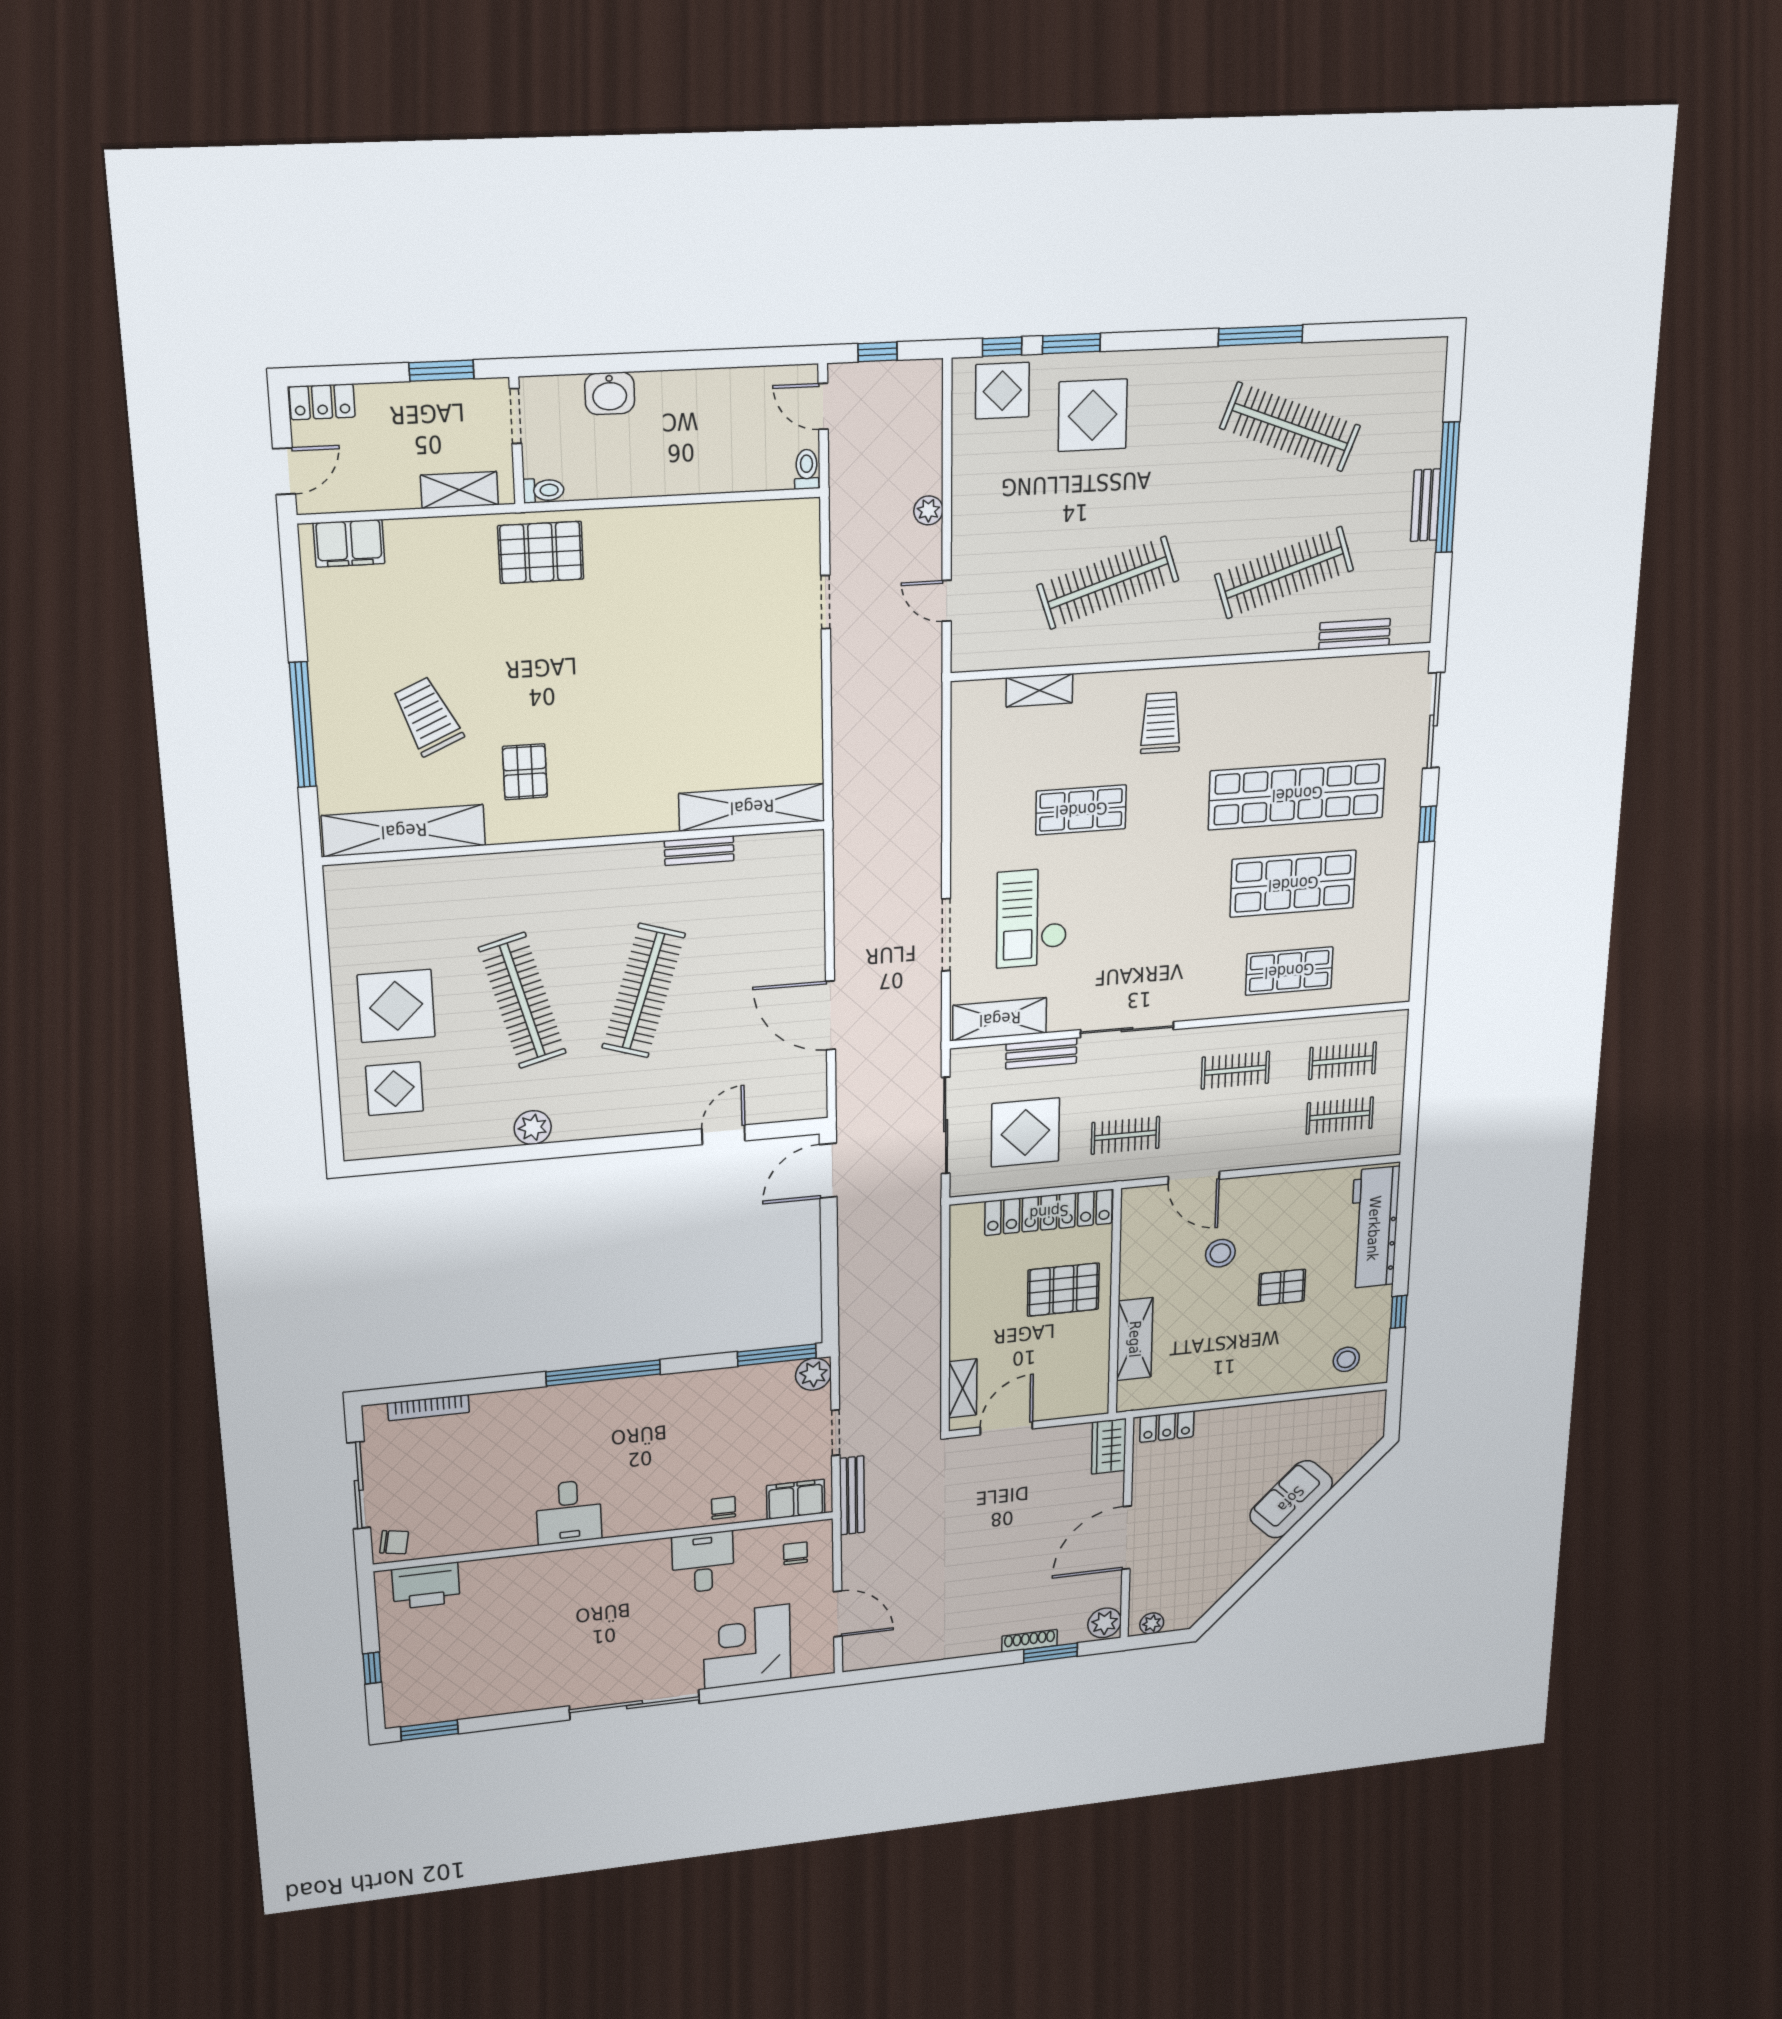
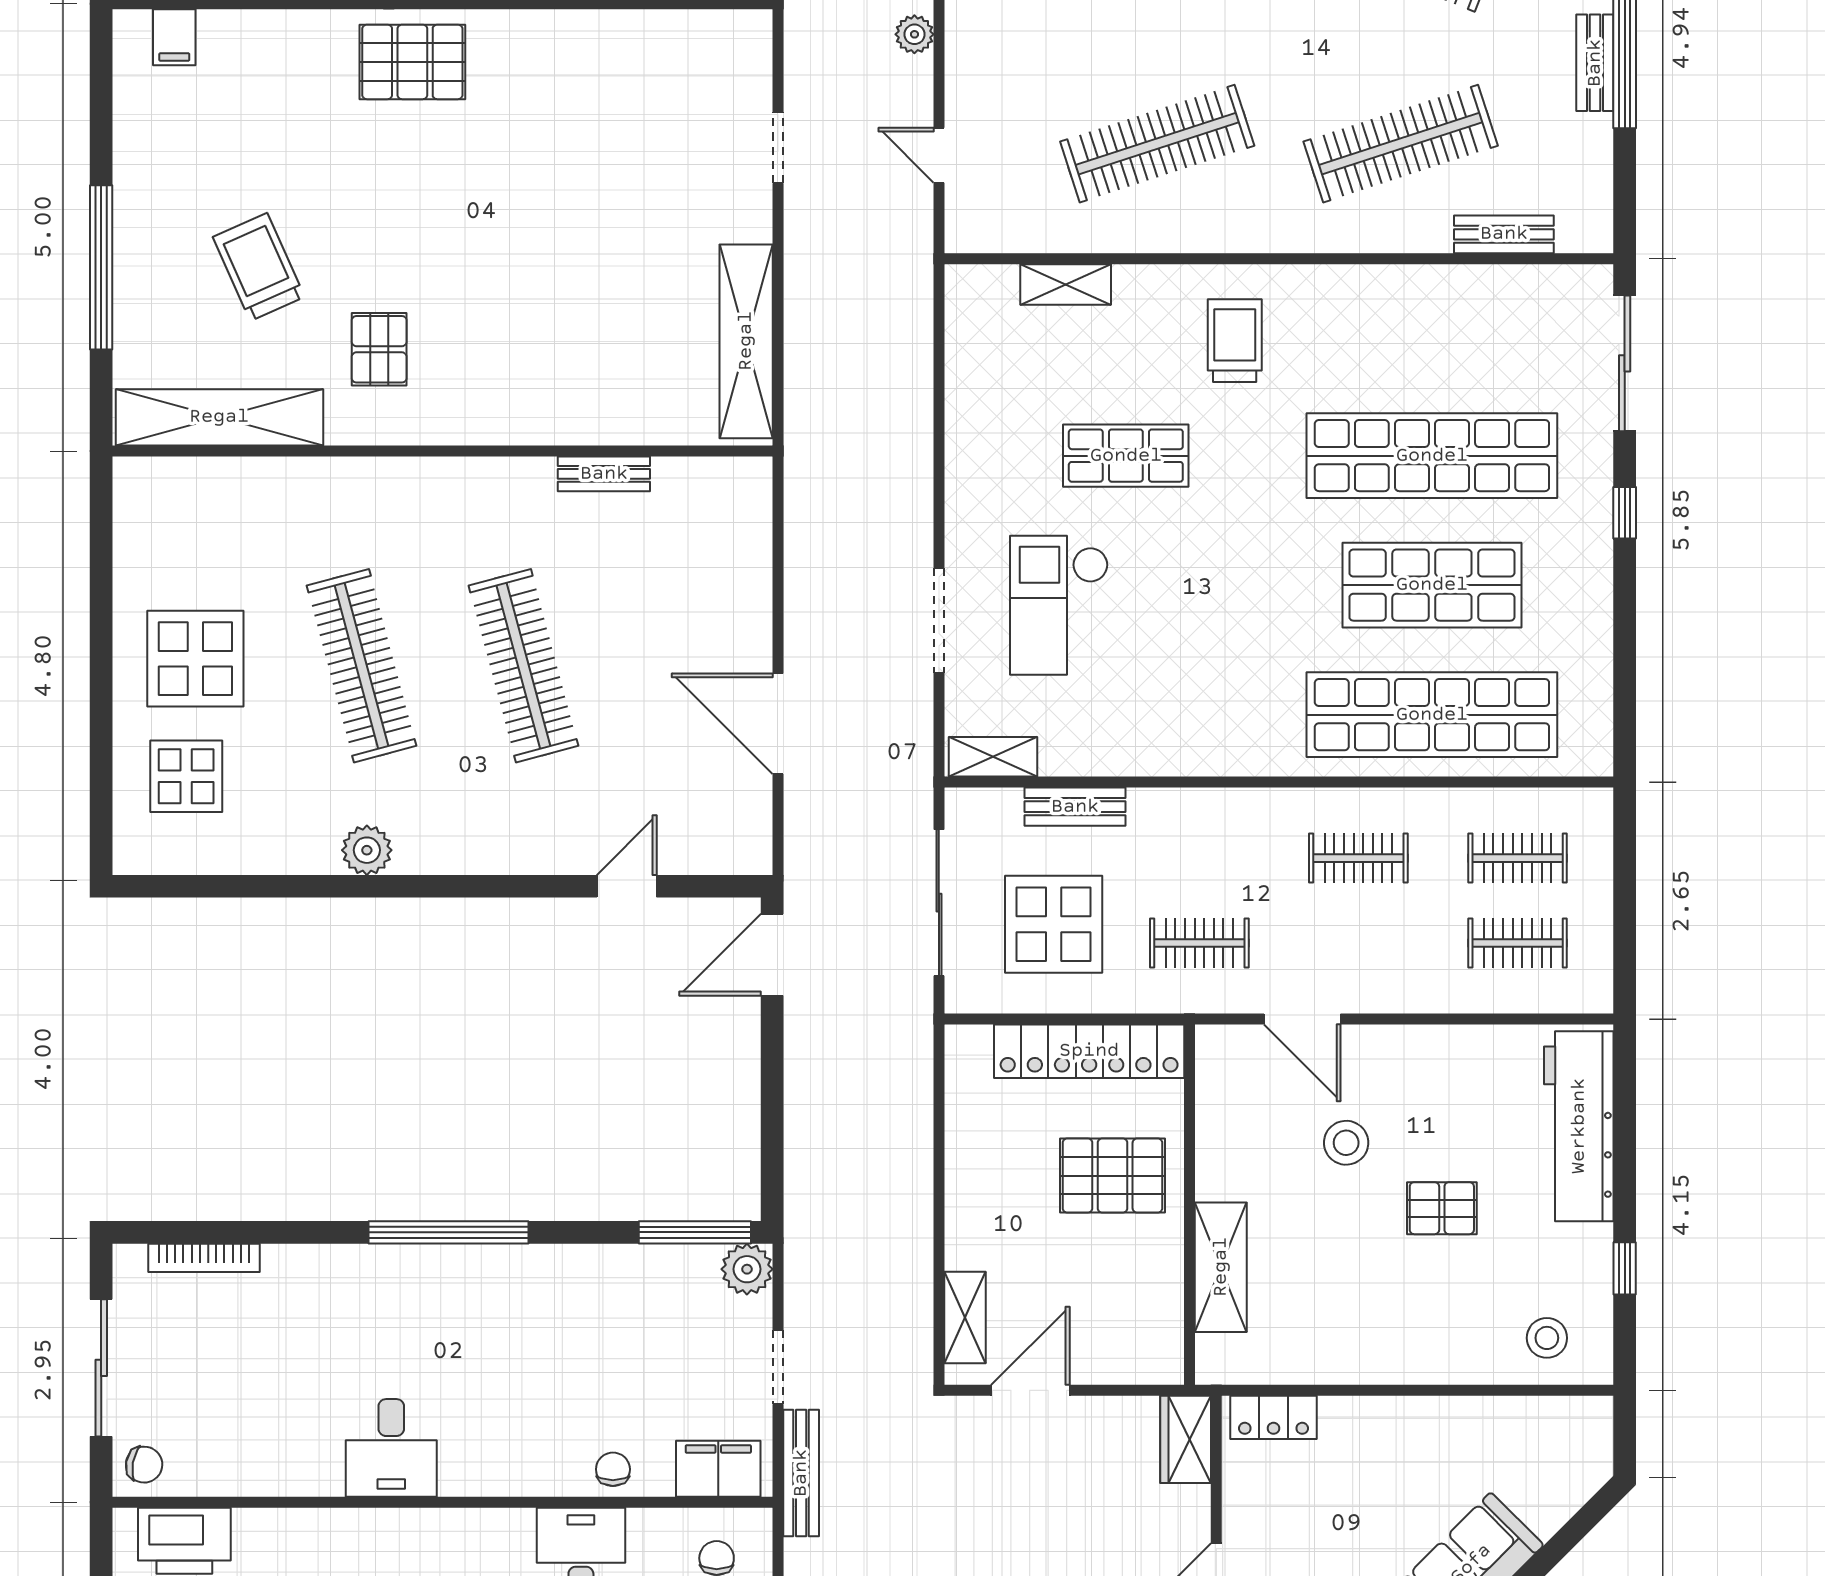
filing cabinet: (349, 543) -> (174, 37), width x0.50
shelving: (752, 807) -> (746, 341), moved, turned 90
shop shelf: (1289, 971) -> (1432, 715), width x2.00, depth x1.36
clothes rail: (643, 991) -> (523, 666), turned -33
shelving: (1000, 1019) -> (993, 757), width x0.67, depth x0.75
sliding door: (1127, 1030) -> (1198, 782), removed

